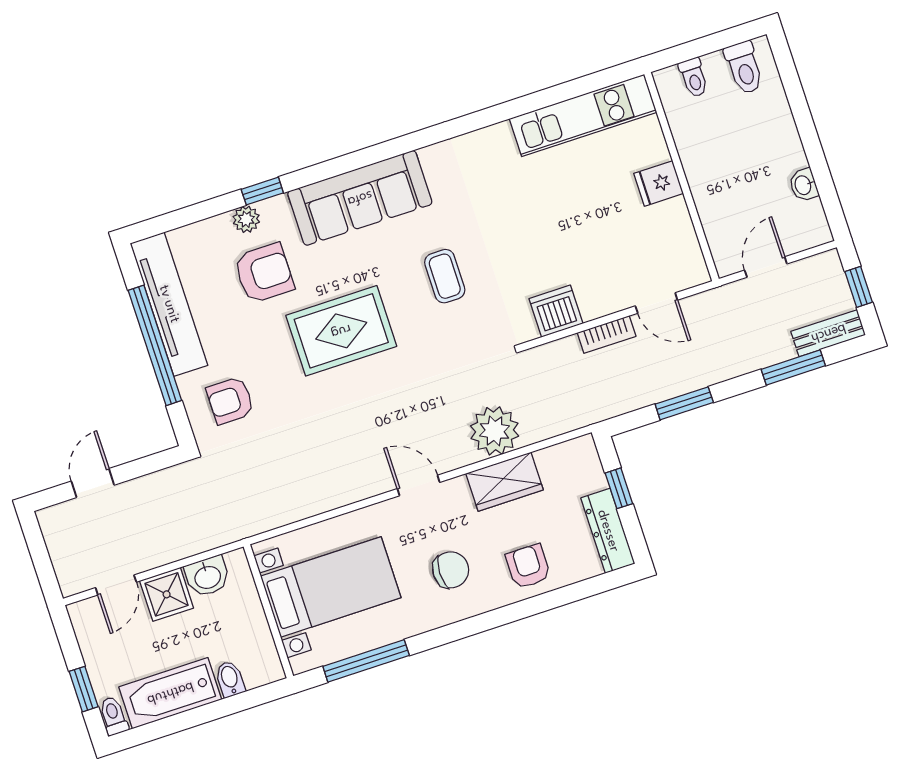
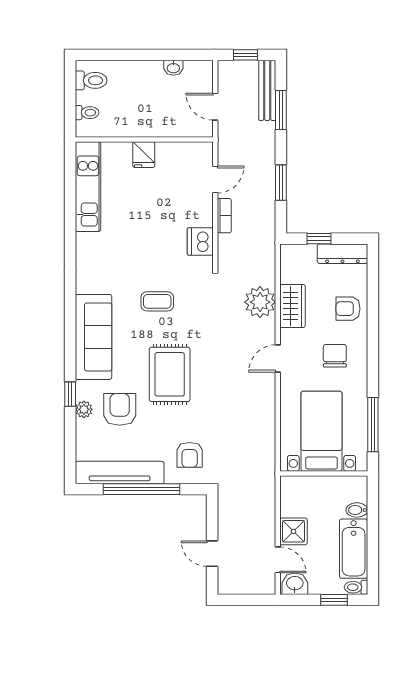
bench: (828, 333) -> (267, 90), width x1.36
washbasin: (207, 576) -> (295, 584), moved, turned -90

